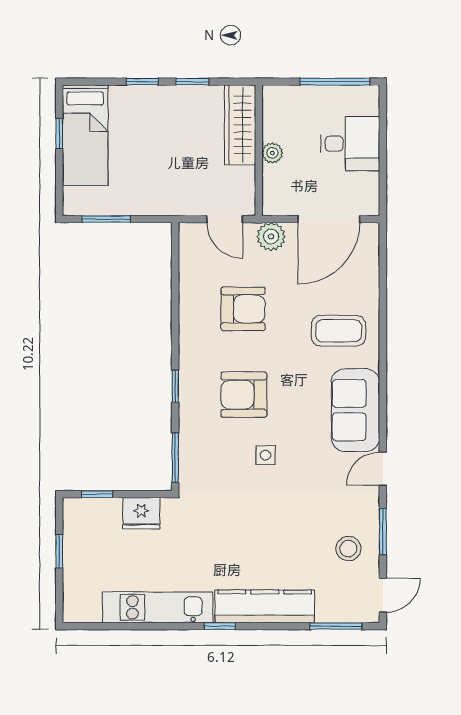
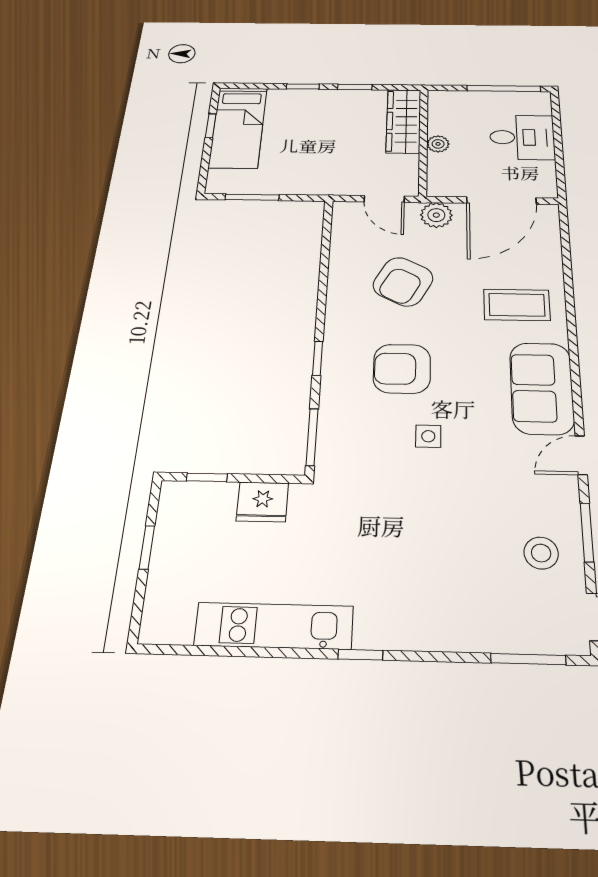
armchair: (243, 309) -> (403, 282), turned 118
kitchen counter: (265, 606) -> (426, 628), removed

